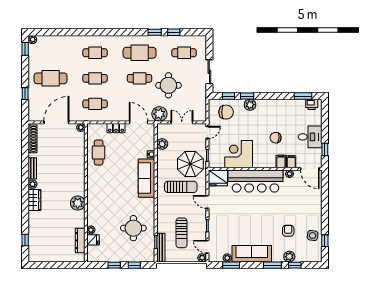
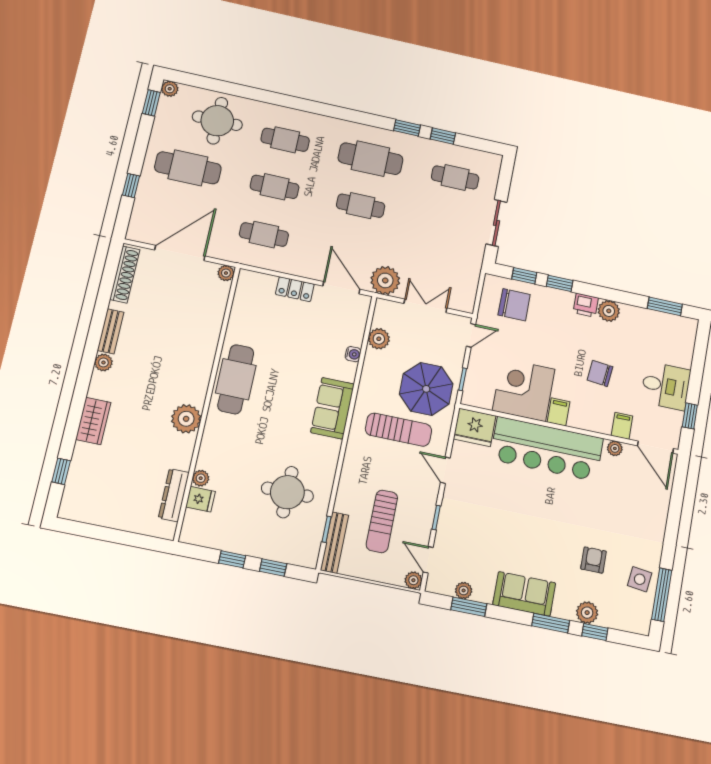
round table: (168, 85) -> (217, 121), moved
printer: (312, 104) -> (586, 305), moved
plant: (250, 105) -> (609, 311), moved
cafe table: (99, 153) -> (236, 379), moved, width x1.37, depth x1.35
filing cabinet: (281, 161) -> (558, 412), moved
sofa: (147, 178) -> (333, 408), width x0.73
wardrobe: (34, 200) -> (93, 421), moved
window: (325, 241) -> (662, 595), width x2.17
sofa: (252, 254) -> (524, 594), width x0.73

